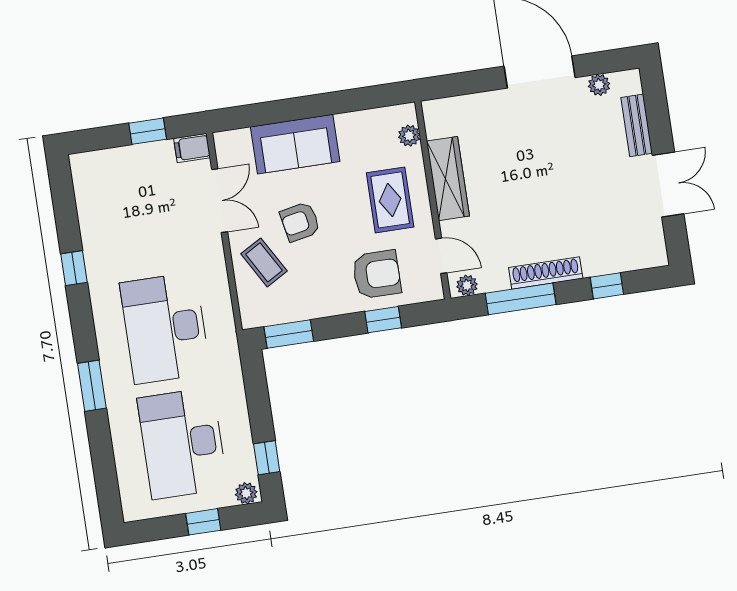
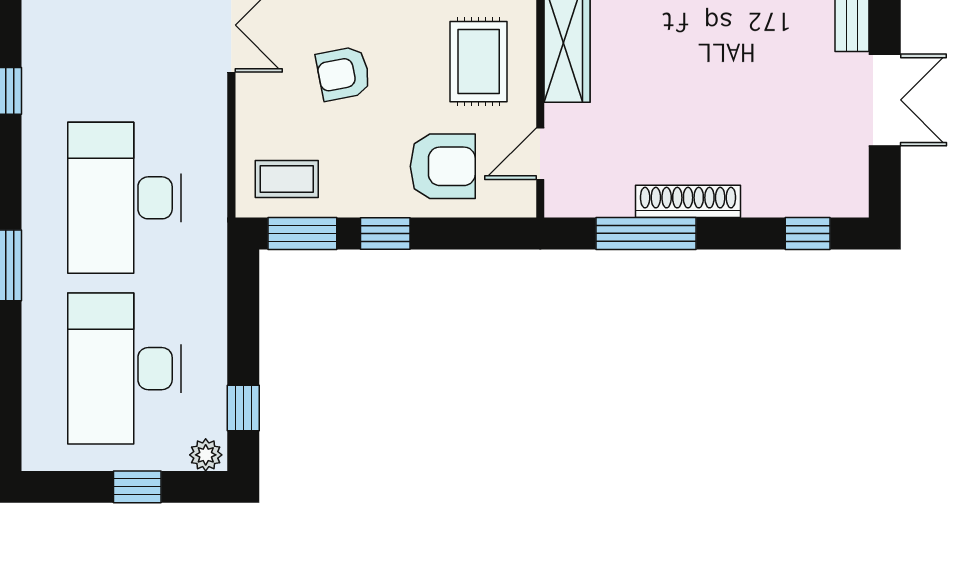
door: (441, 256) -> (540, 154), swing flipped
coffee table: (264, 262) -> (287, 179), moved, turned -60
plant: (467, 285) -> (571, 202), removed
window: (607, 286) -> (808, 233), moved
window: (383, 320) -> (385, 233), moved

